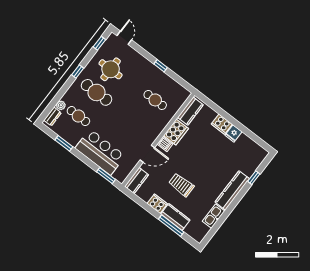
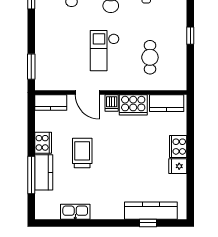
checkout: (130, 124) -> (105, 51), added
bar counter: (100, 152) -> (51, 42), removed
kitchen counter: (232, 190) -> (151, 211), moved

